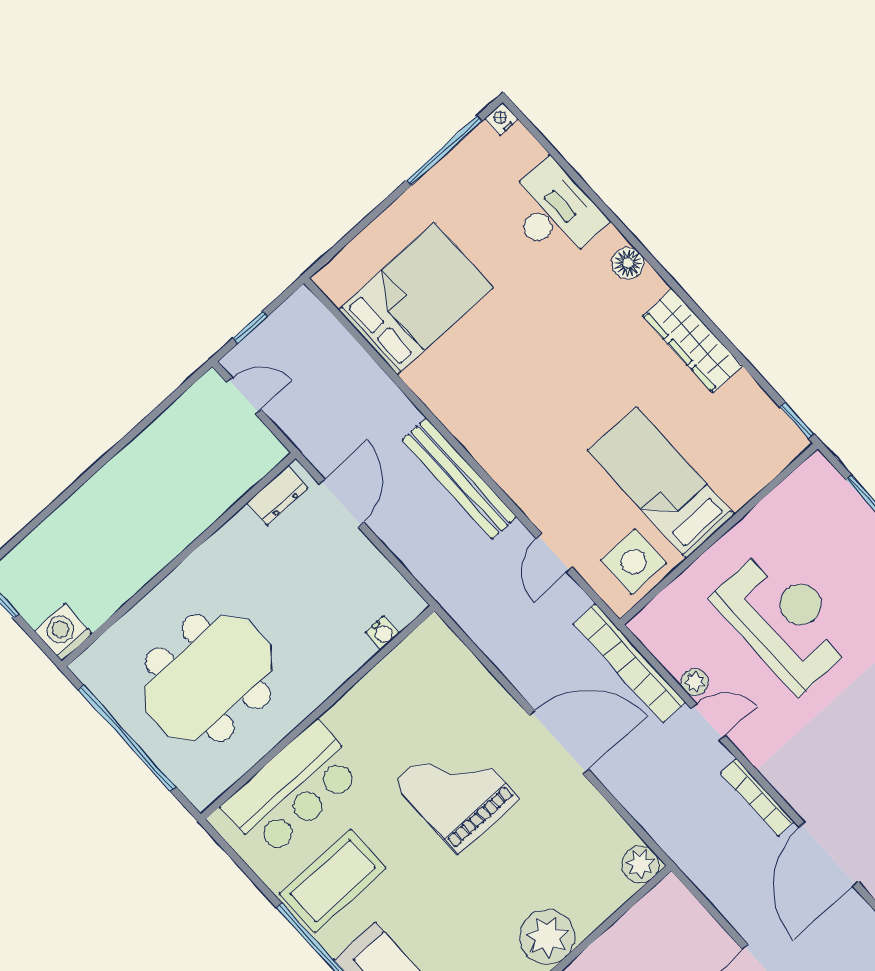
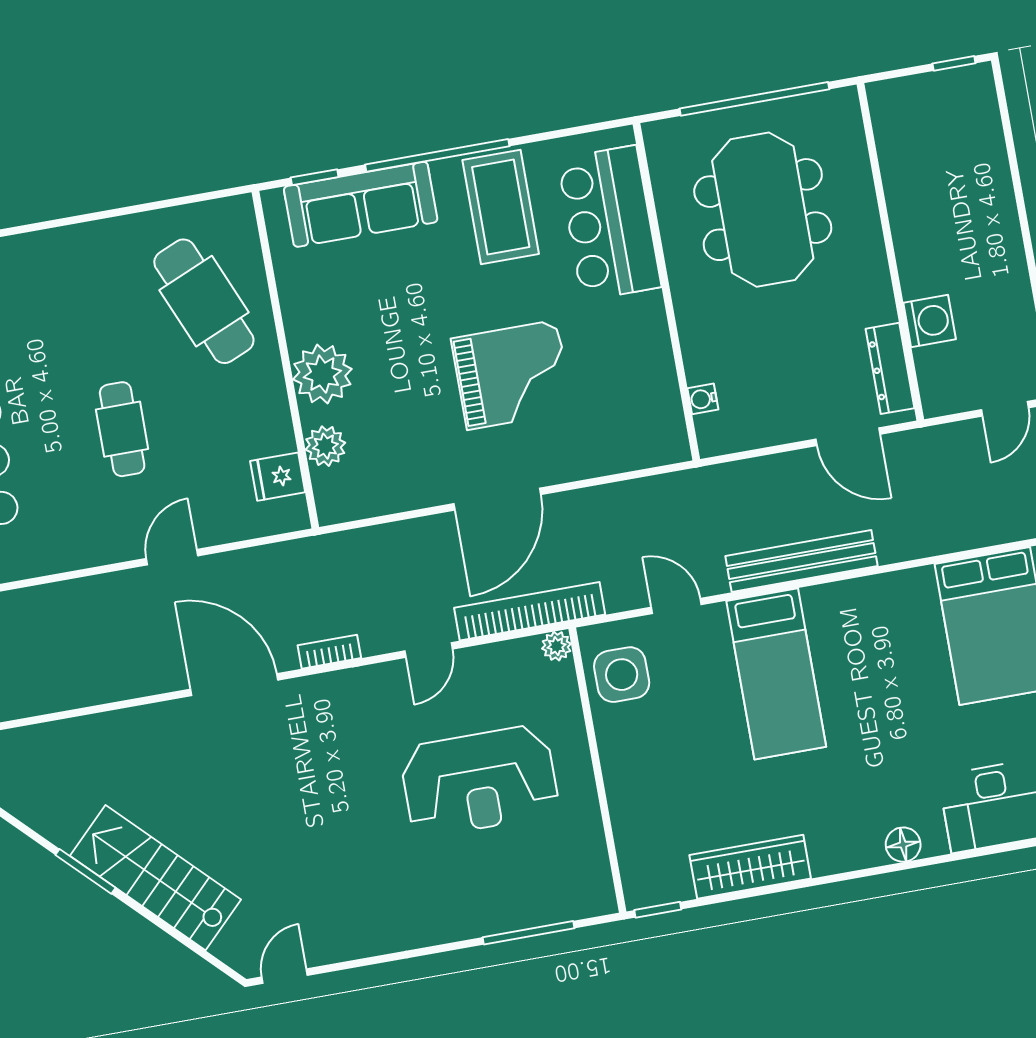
wardrobe: (692, 341) -> (750, 867), moved
bed: (661, 483) -> (776, 674), moved, turned 90
dresser: (277, 496) -> (890, 368), width x1.44
washing machine: (63, 632) -> (930, 321), moved
plant: (695, 682) -> (556, 646), moved
bookcase: (757, 797) -> (329, 652), width x0.64
plant: (640, 864) -> (325, 446), moved
fridge: (648, 922) -> (278, 477), added

